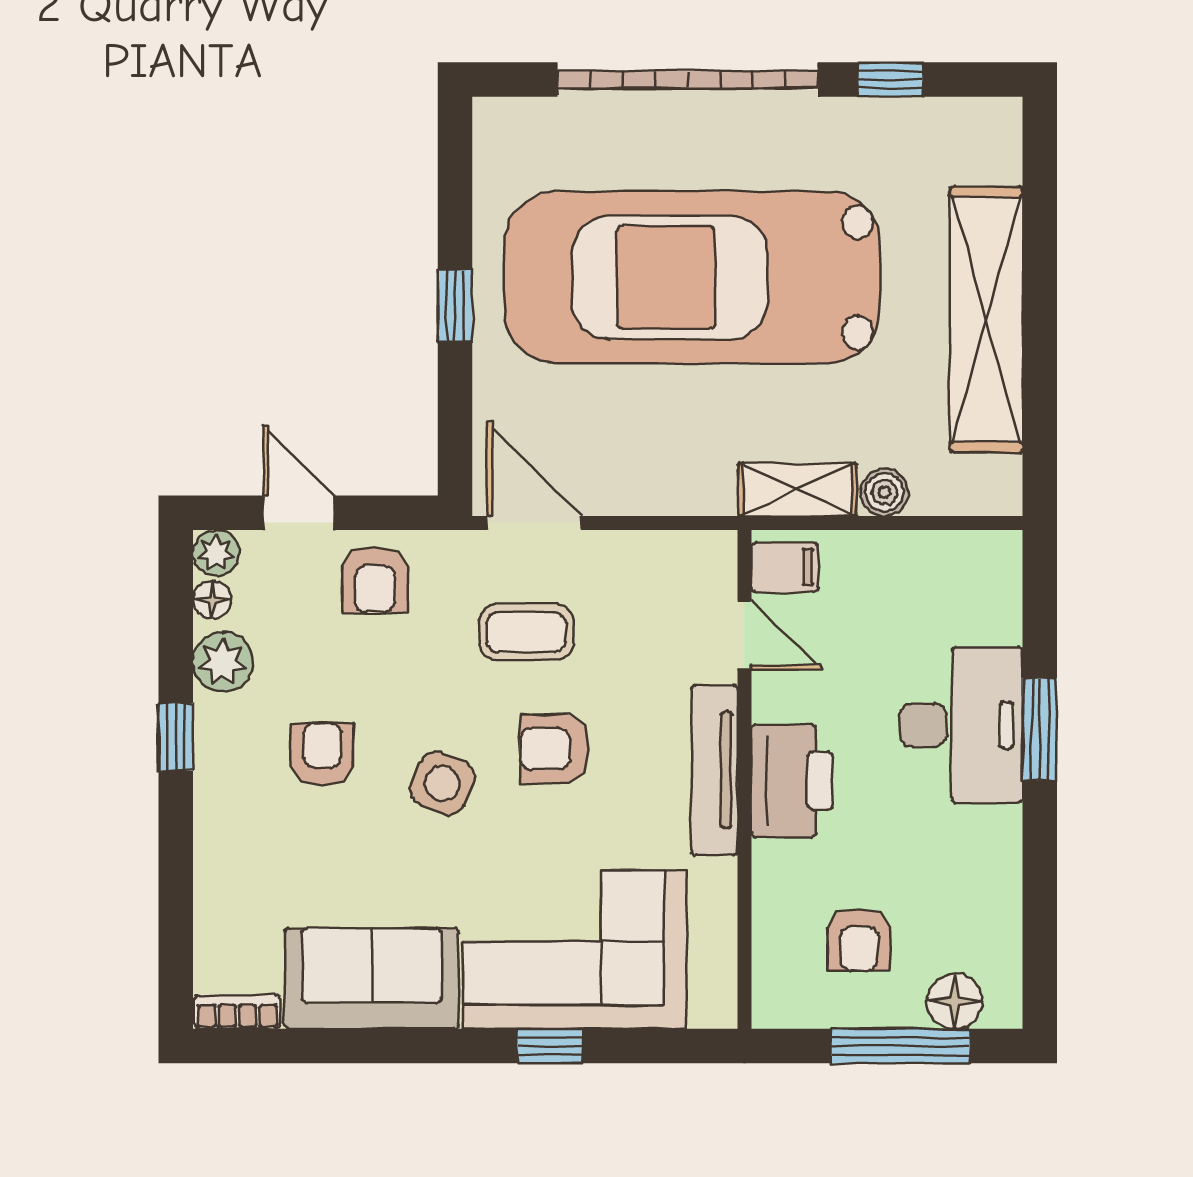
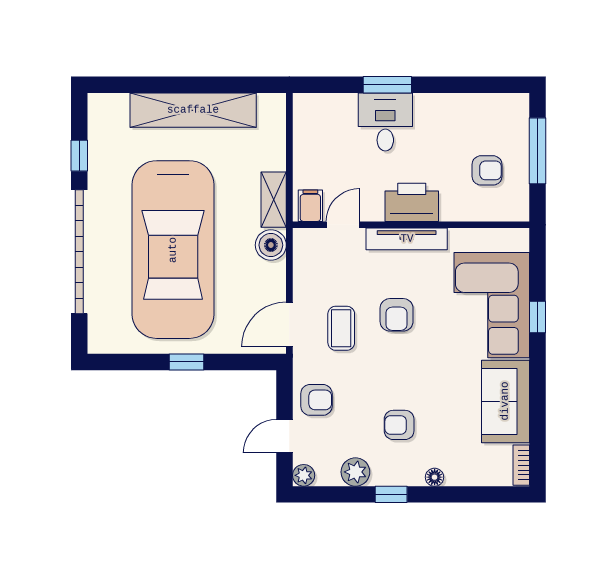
boiler: (885, 492) -> (271, 245), moved, width x1.36, depth x1.36
floor lamp: (212, 600) -> (435, 477), moved
desk: (961, 725) -> (385, 122), width x0.73
side table: (442, 783) -> (413, 368), removed
floor lamp: (955, 1001) -> (516, 125), removed

